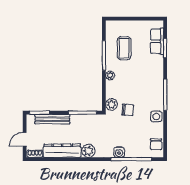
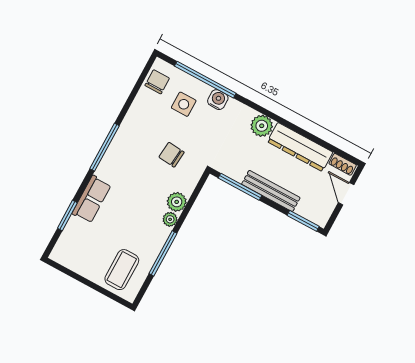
row of seats: (157, 41) -> (92, 199), moved
coffee table: (124, 48) -> (122, 270), moved
plant: (111, 104) -> (177, 202), moved
side table: (156, 116) -> (184, 104), moved
bench: (52, 119) -> (271, 191), moved
door: (25, 139) -> (346, 194), swing flipped

